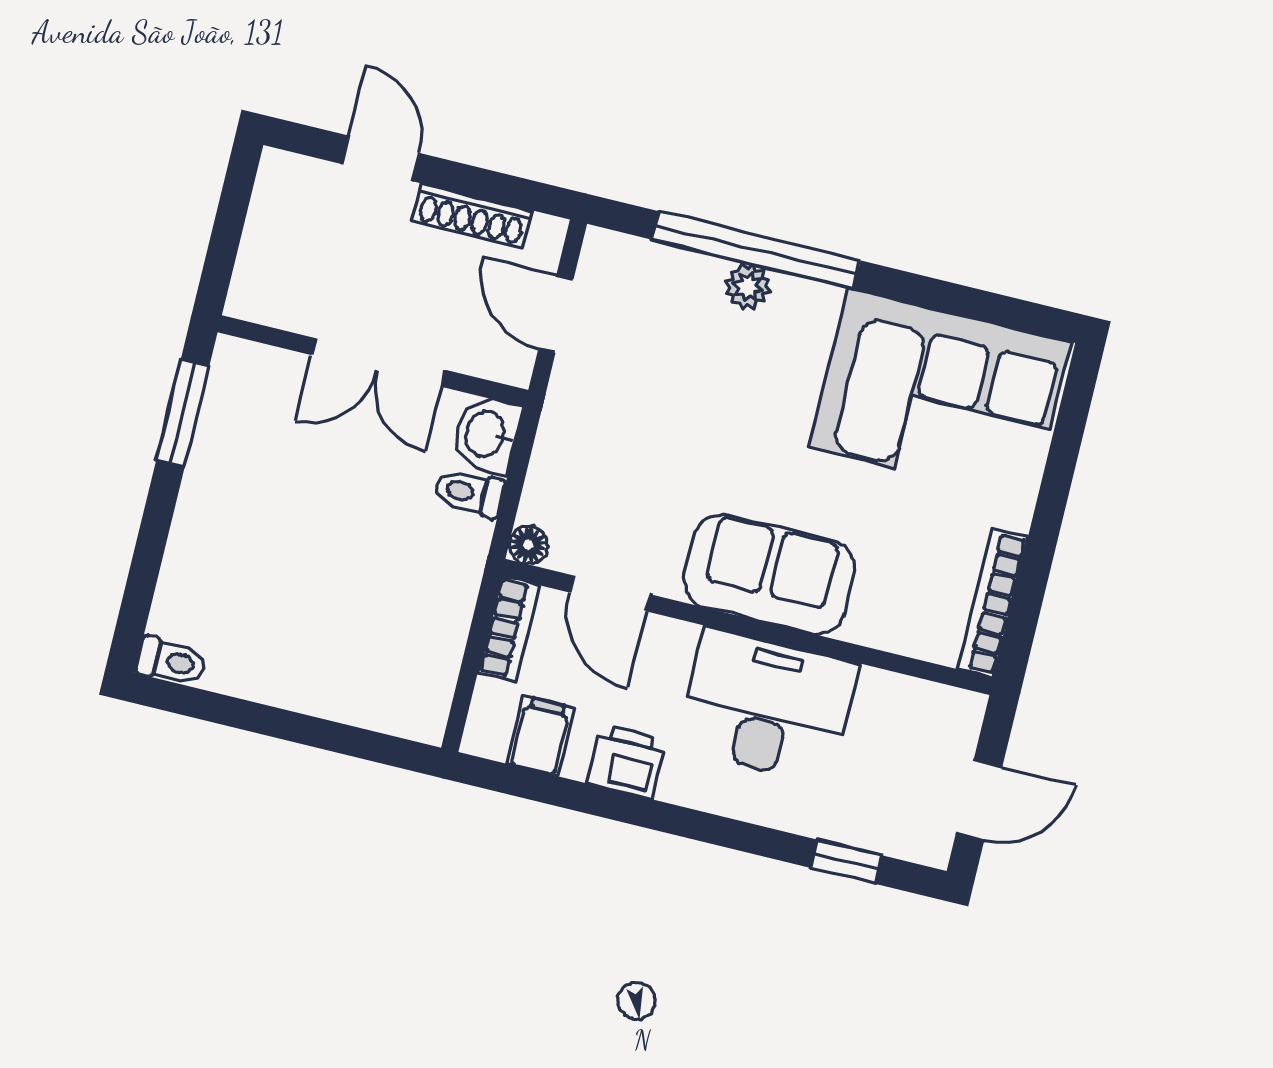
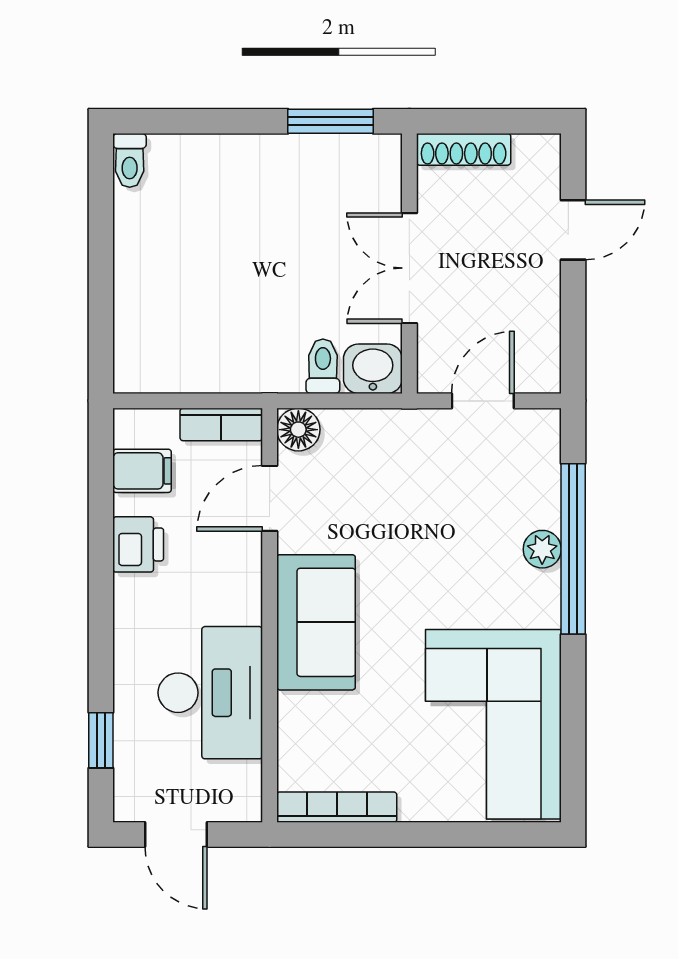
shoe rack: (472, 216) -> (464, 149), moved, turned -90
floor lamp: (528, 545) -> (298, 430), width x1.37, depth x1.37
desk: (767, 706) -> (210, 693), moved

